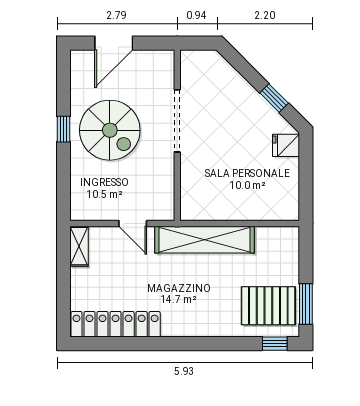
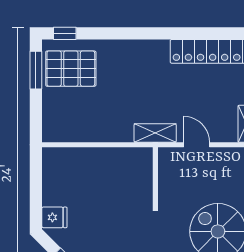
shelving: (205, 240) -> (155, 133), width x0.45, depth x0.75

